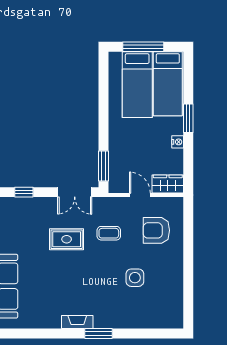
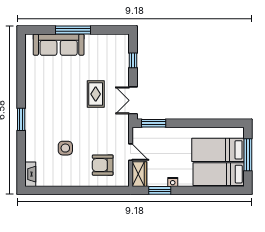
window: (188, 118) -> (160, 190), moved
door: (140, 195) -> (131, 152), hinge flipped
armchair: (156, 230) -> (103, 165), turned -90
coffee table: (109, 233) -> (100, 127), removed
fireplace: (77, 322) -> (30, 174), moved

